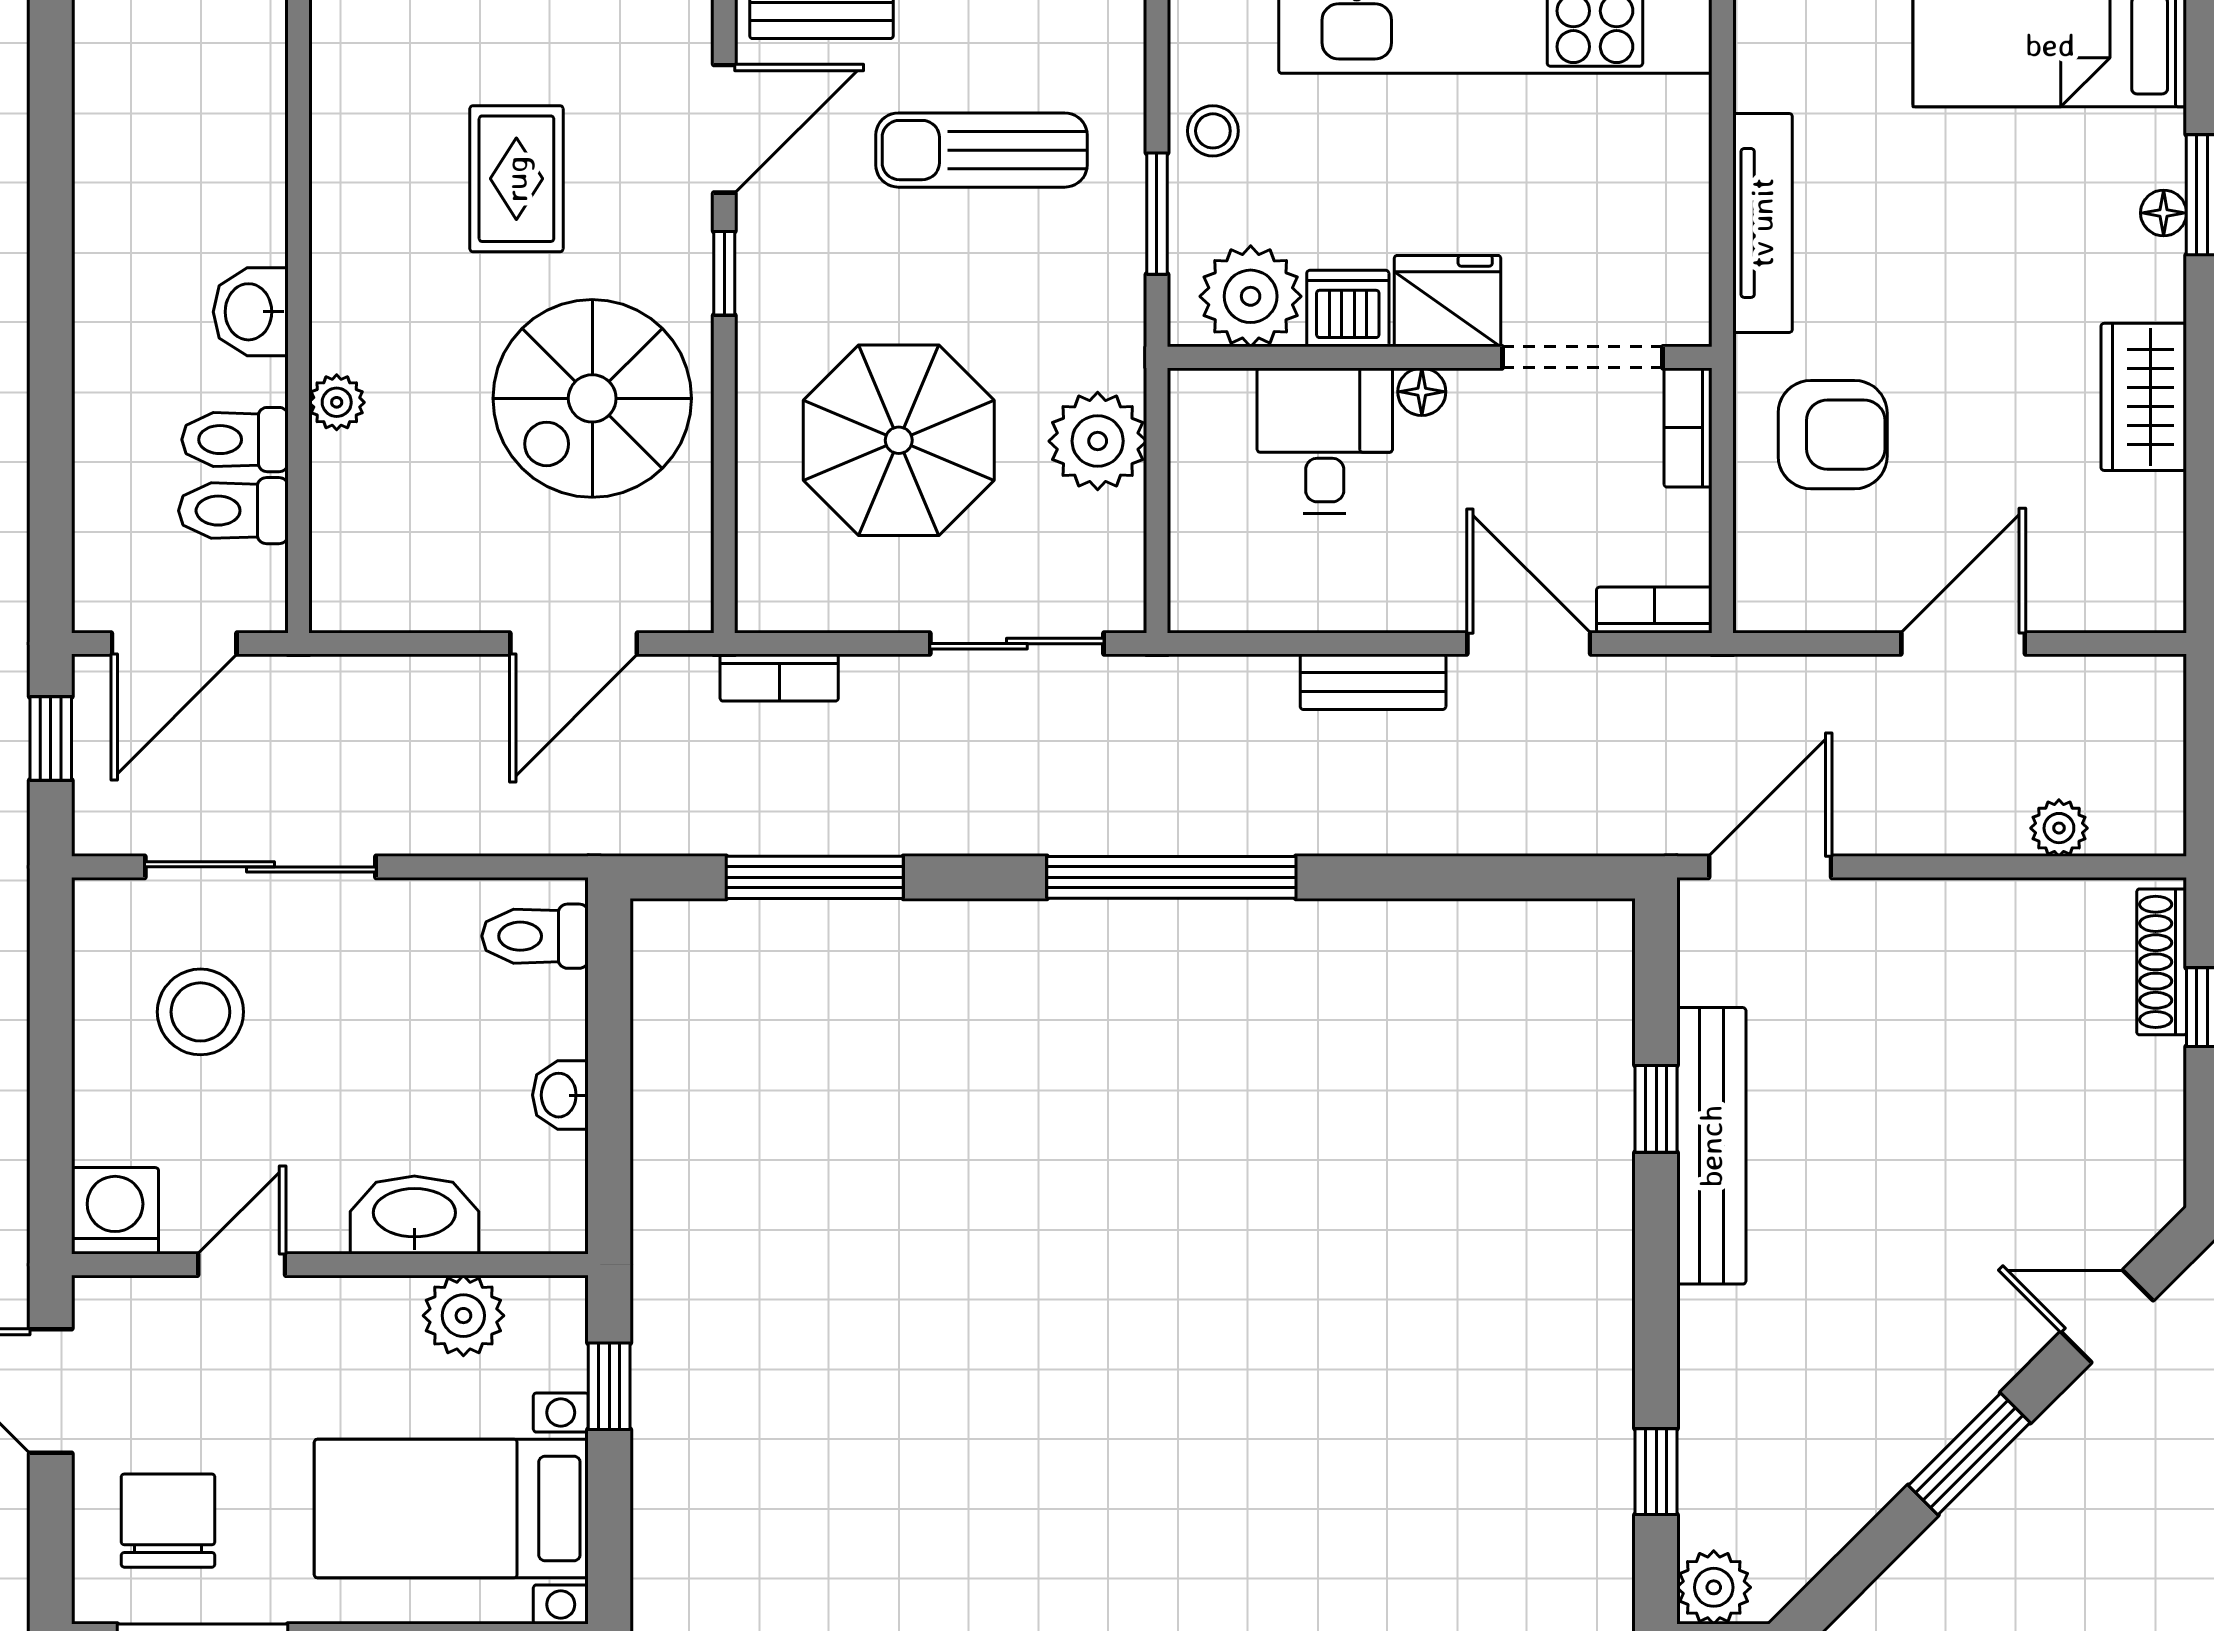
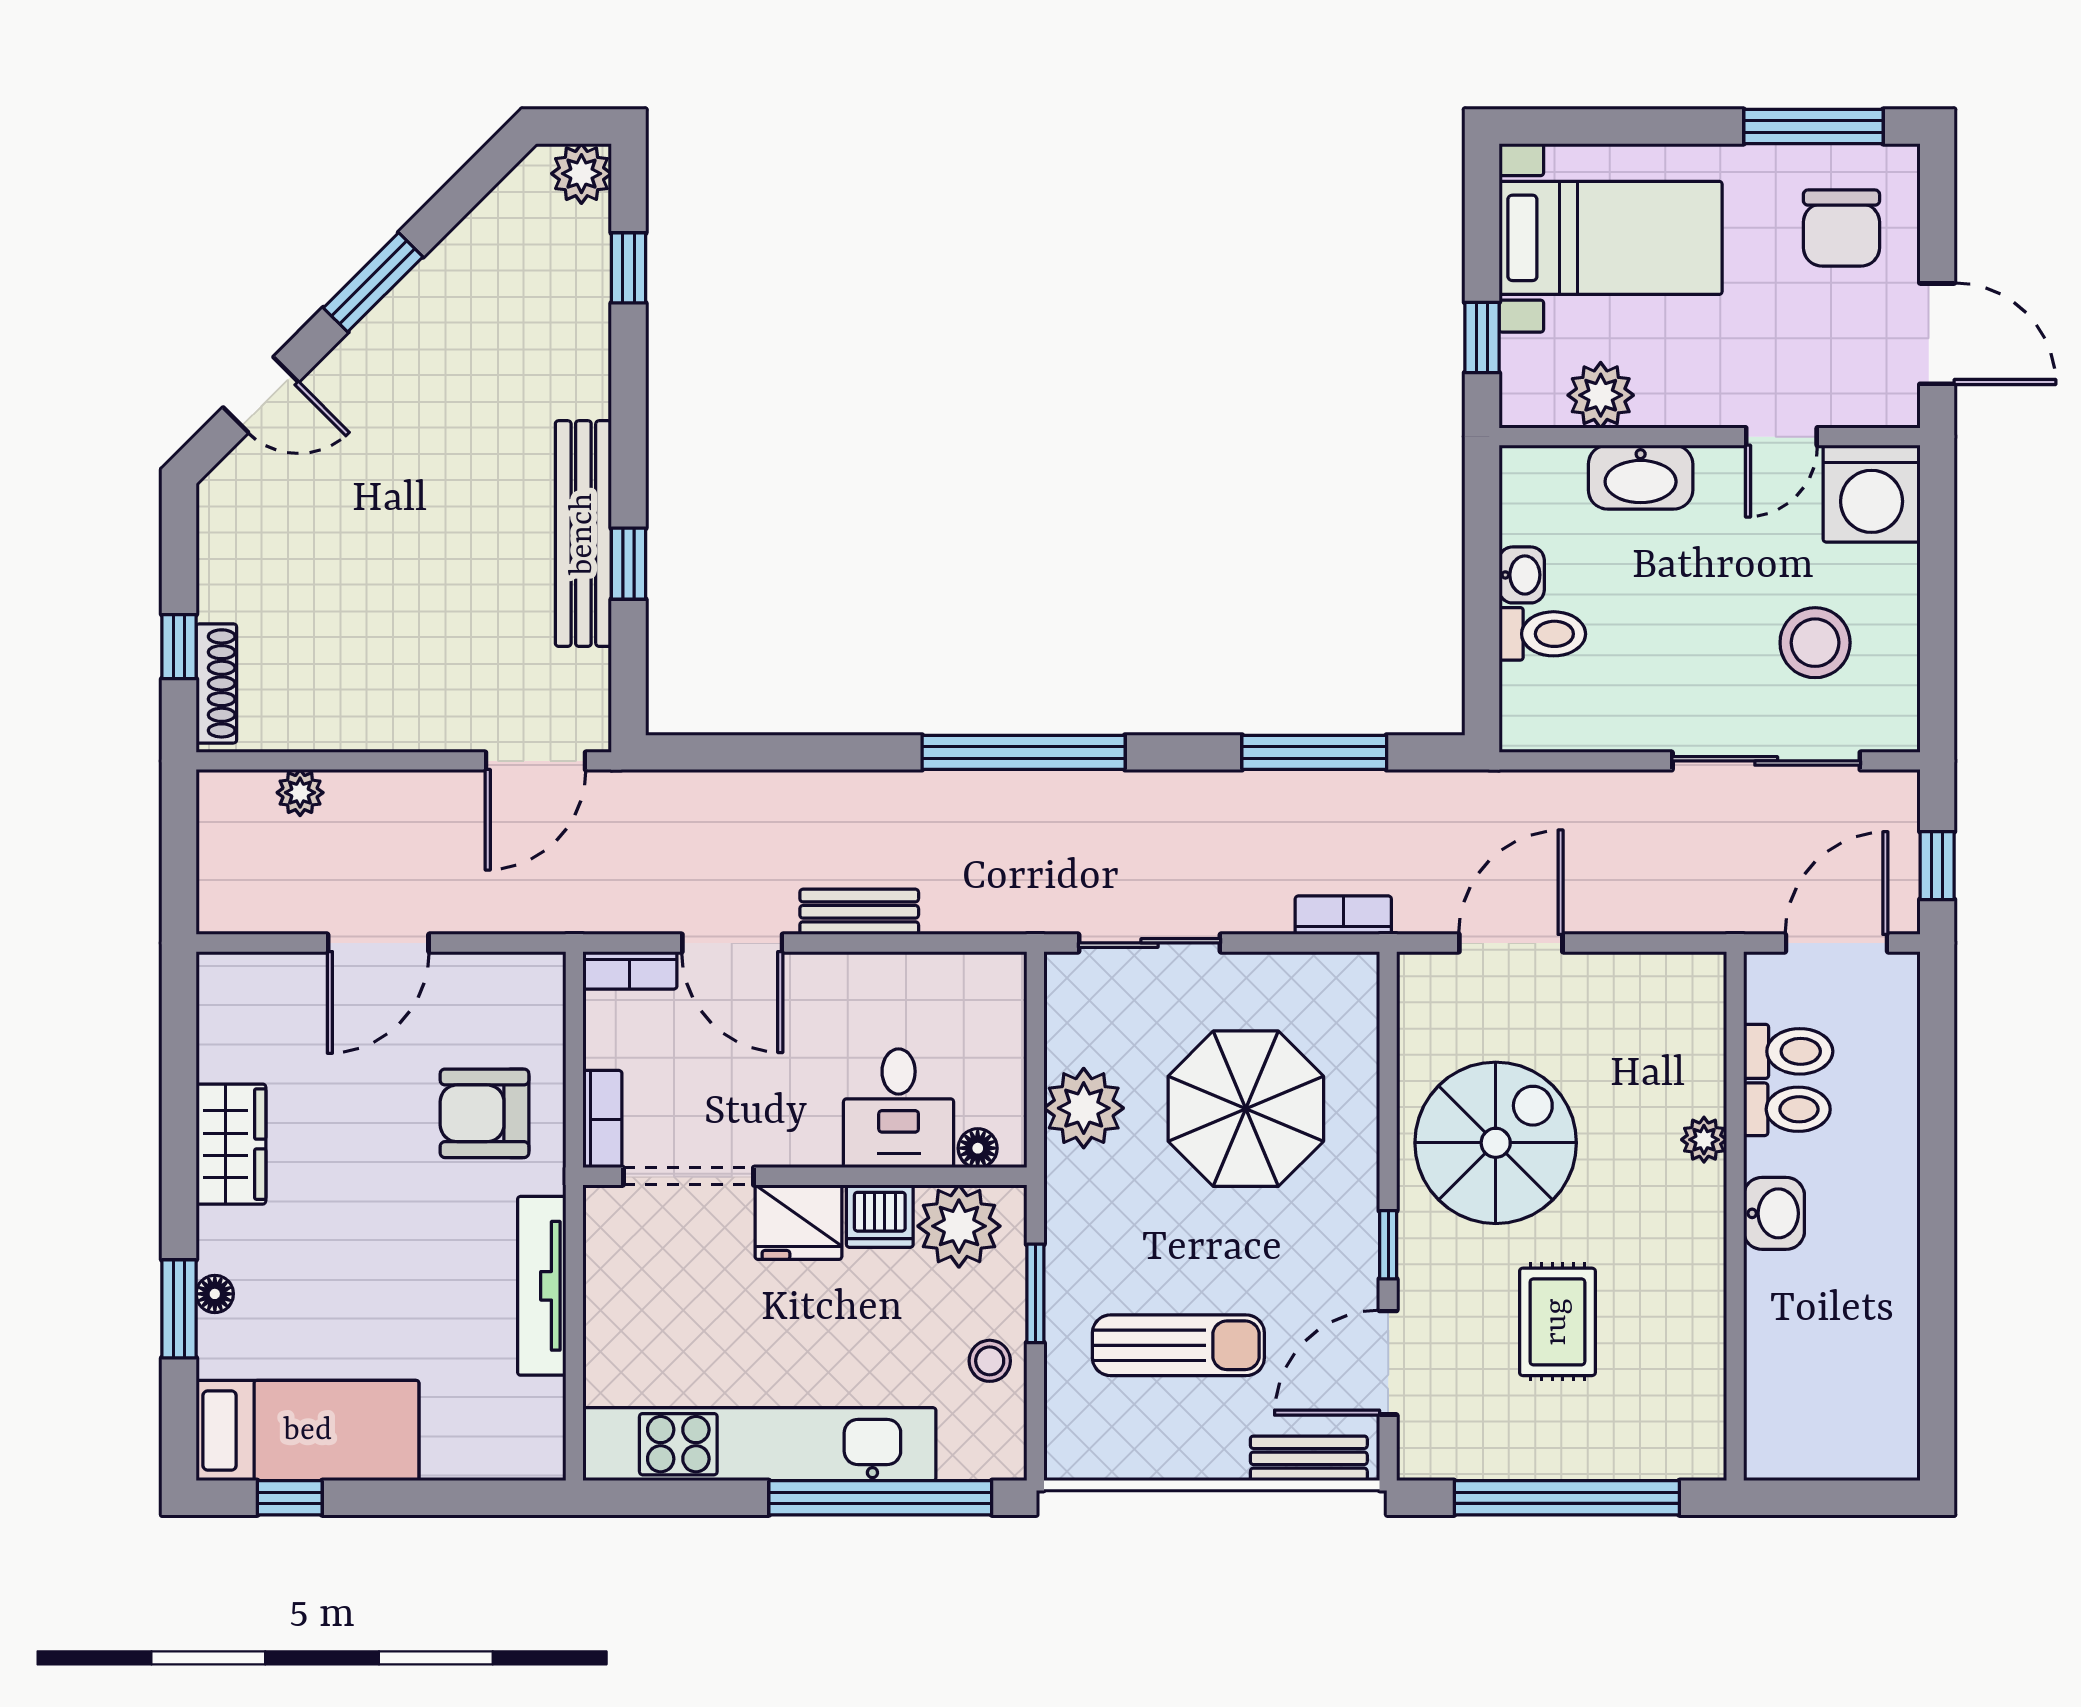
floor lamp: (1422, 392) -> (978, 1148), moved
toilet: (535, 936) -> (1542, 634), moved
washing machine: (115, 1211) -> (1872, 494), width x1.37, depth x1.37

